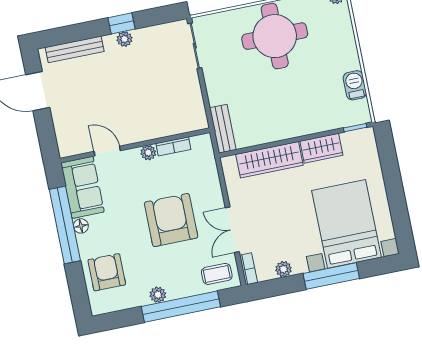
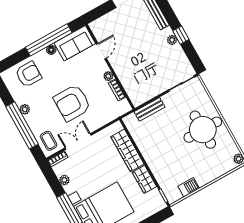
bench: (223, 129) -> (150, 109), moved
armchair: (171, 220) -> (72, 103), turned 180

